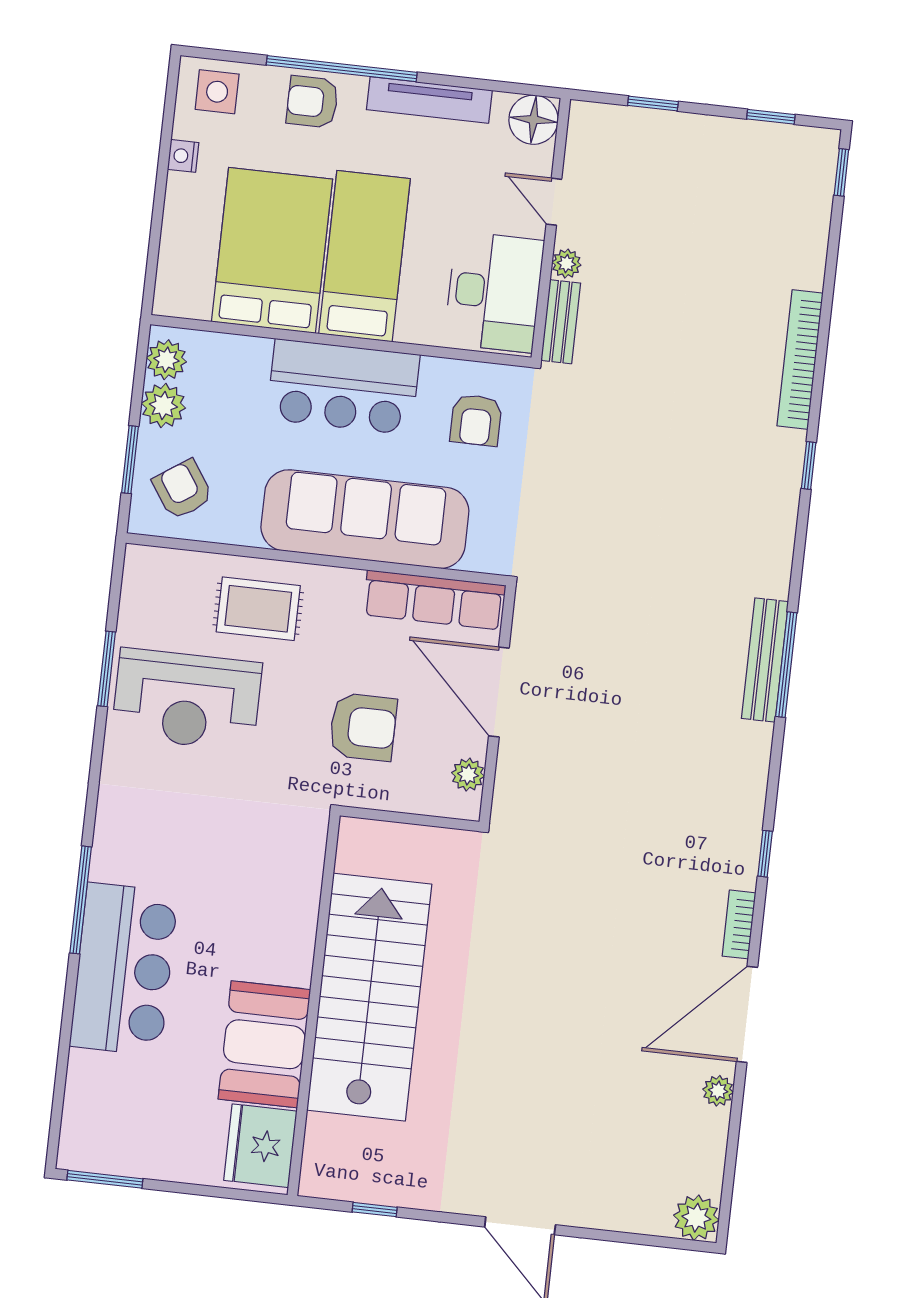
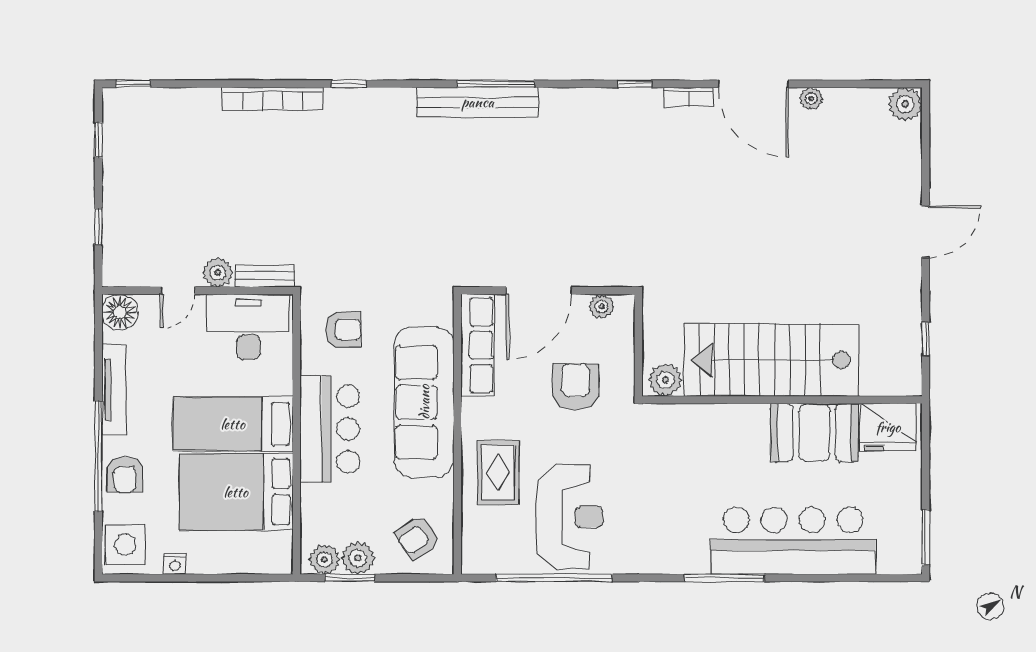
side table: (217, 92) -> (125, 545), width x1.37, depth x1.37
plant: (566, 264) -> (218, 272), width x1.38, depth x1.38
window: (130, 460) -> (350, 578), moved
bench: (765, 660) -> (478, 102), width x1.37, depth x1.21
window: (107, 669) -> (554, 578), width x2.11
plant: (358, 850) -> (665, 380), added
bar counter: (124, 969) -> (793, 541), width x1.36

